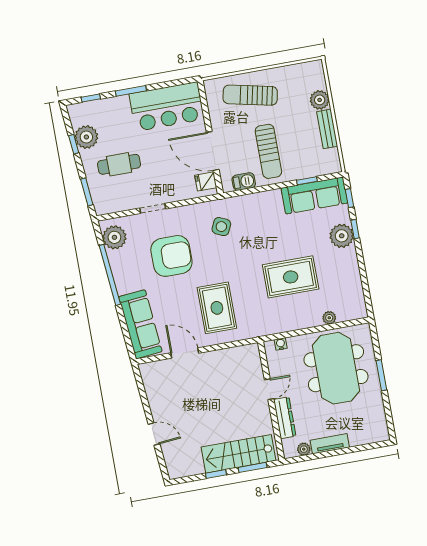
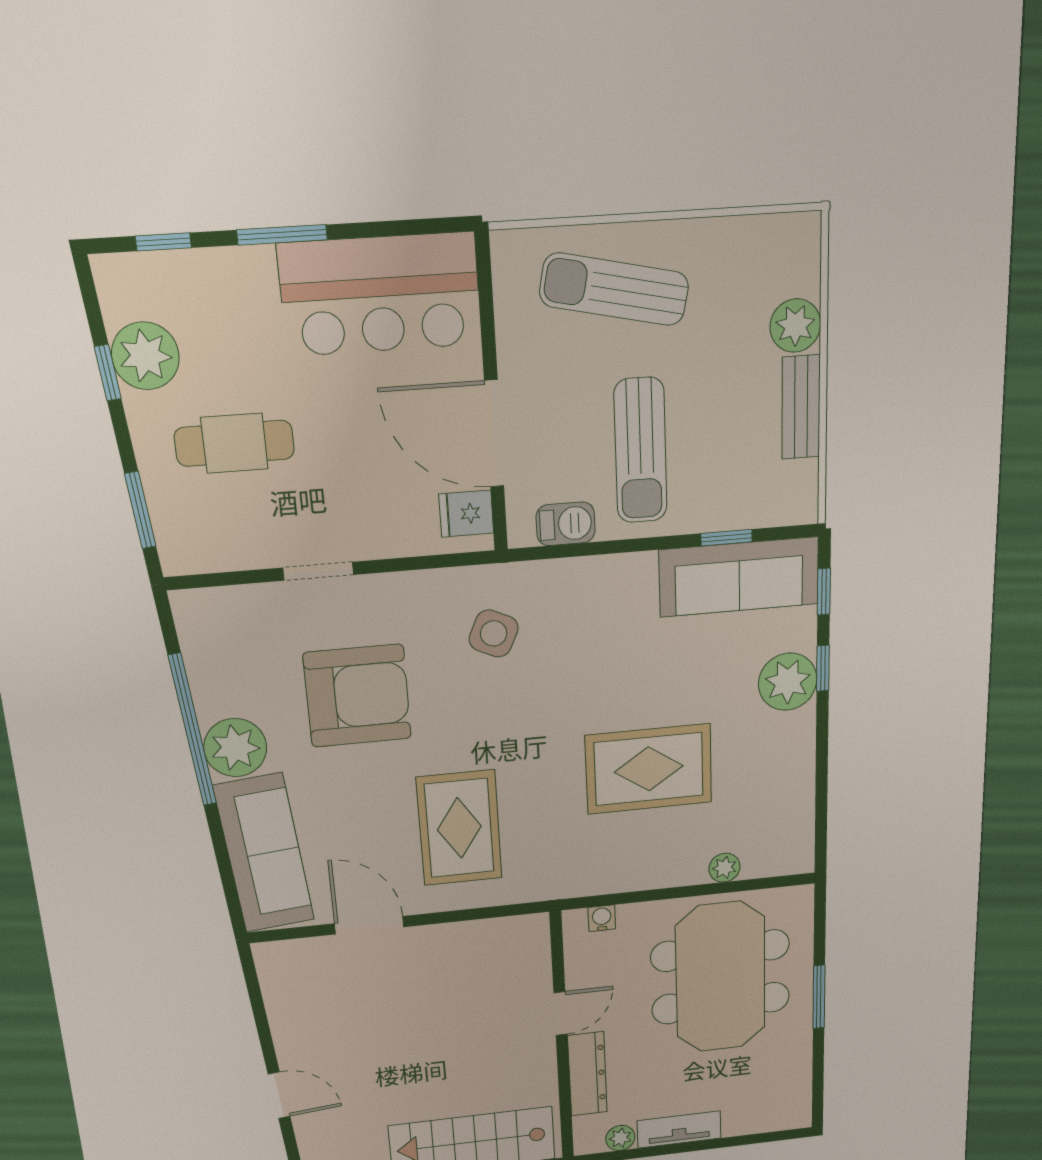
plant: (114, 237) -> (235, 748), moved

